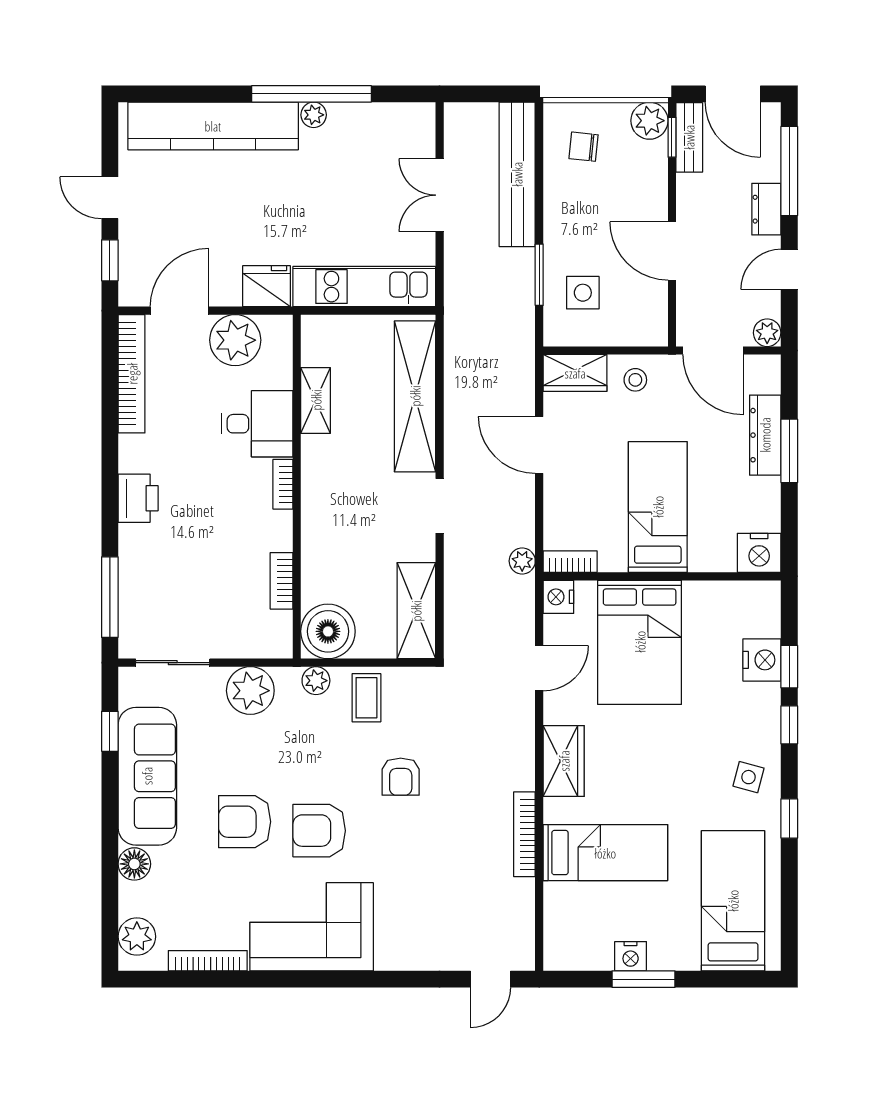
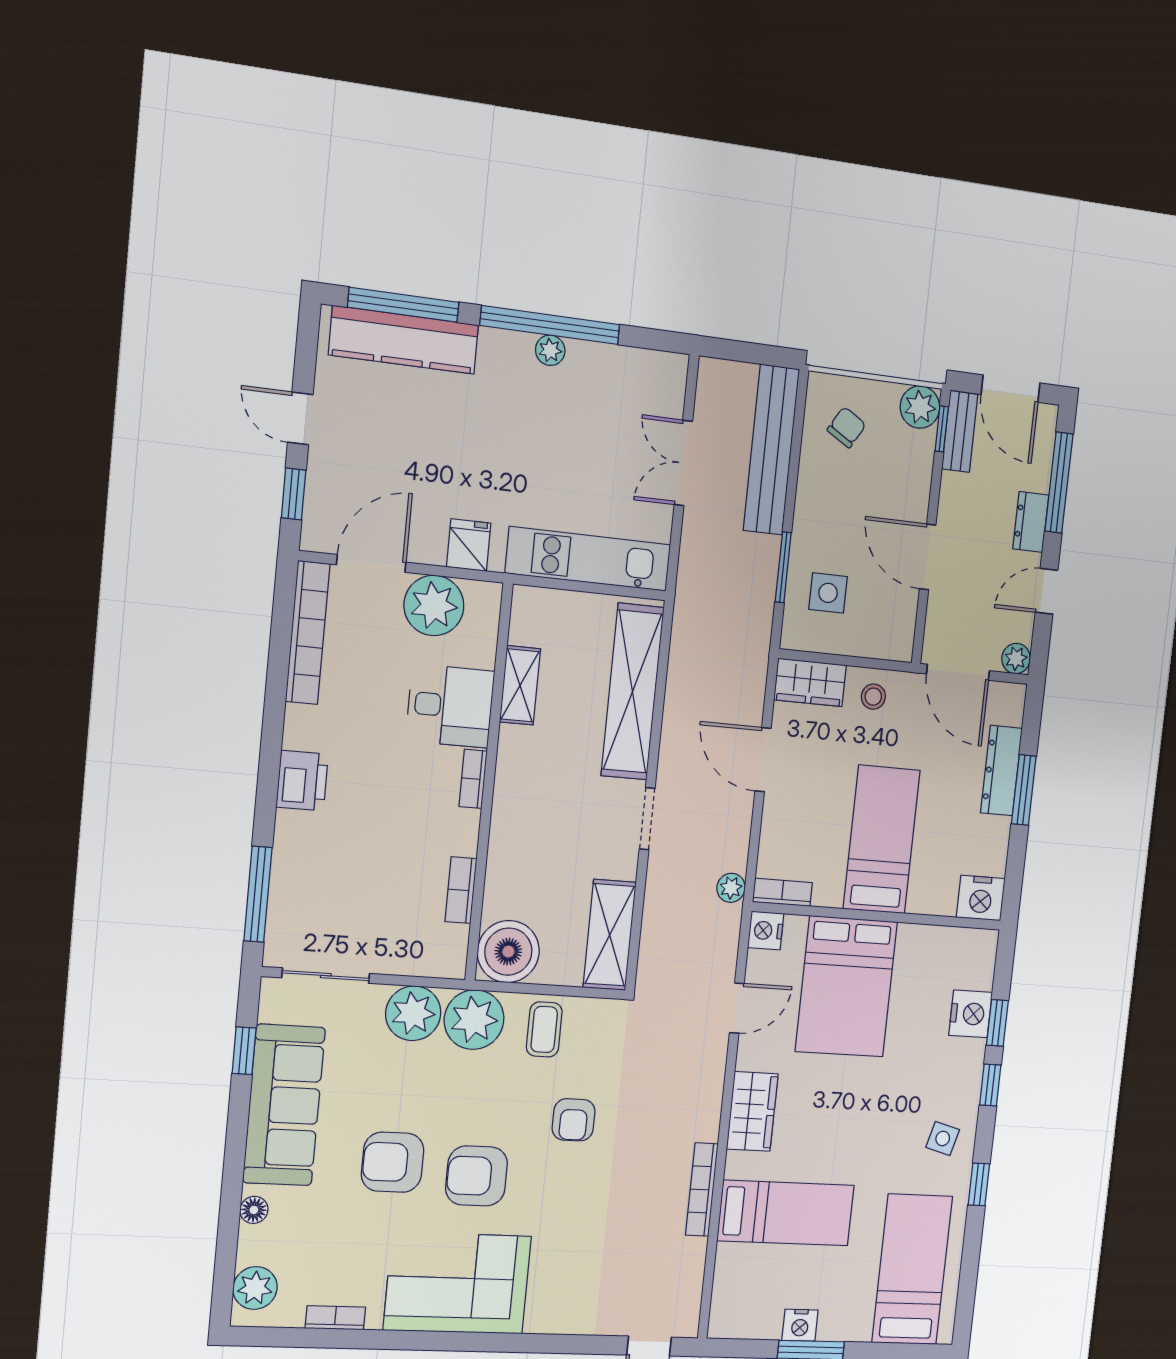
window: (186, 94) -> (403, 305), added
kitchen counter: (213, 126) -> (404, 340), width x0.72, depth x0.86
chair: (584, 147) -> (847, 427), turned 115
fridge: (267, 286) -> (469, 545), width x0.72
plant: (316, 681) -> (474, 1020), width x1.88, depth x1.88
floor lamp: (134, 864) -> (254, 1210), width x0.73, depth x0.73
bookcase: (208, 961) -> (335, 1318), width x0.64

